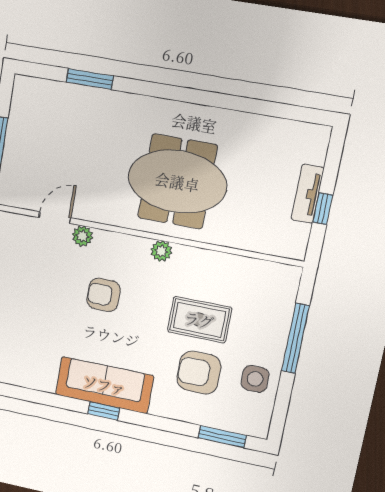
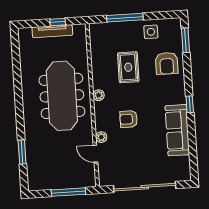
meeting table: (177, 182) -> (62, 96), width x1.36
tv unit: (308, 194) -> (52, 31), width x1.41
armchair: (104, 295) -> (129, 119), turned 90
armchair: (199, 373) -> (167, 63), moved
sofa: (104, 385) -> (177, 130), moved

